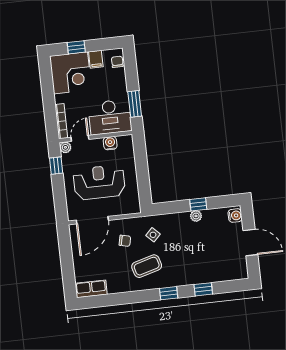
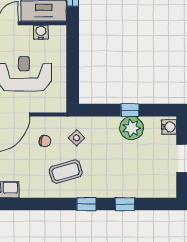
plant: (196, 216) -> (132, 128), width x1.87, depth x1.87

